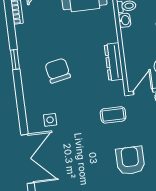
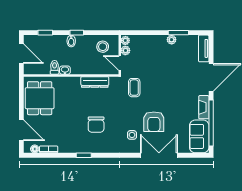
chair: (58, 71) -> (96, 125), turned -79
armchair: (130, 161) -> (154, 122), moved, turned -90

